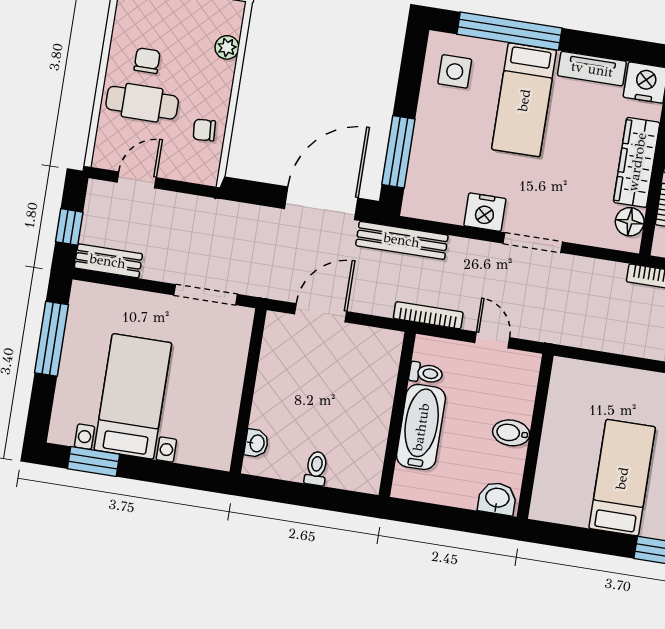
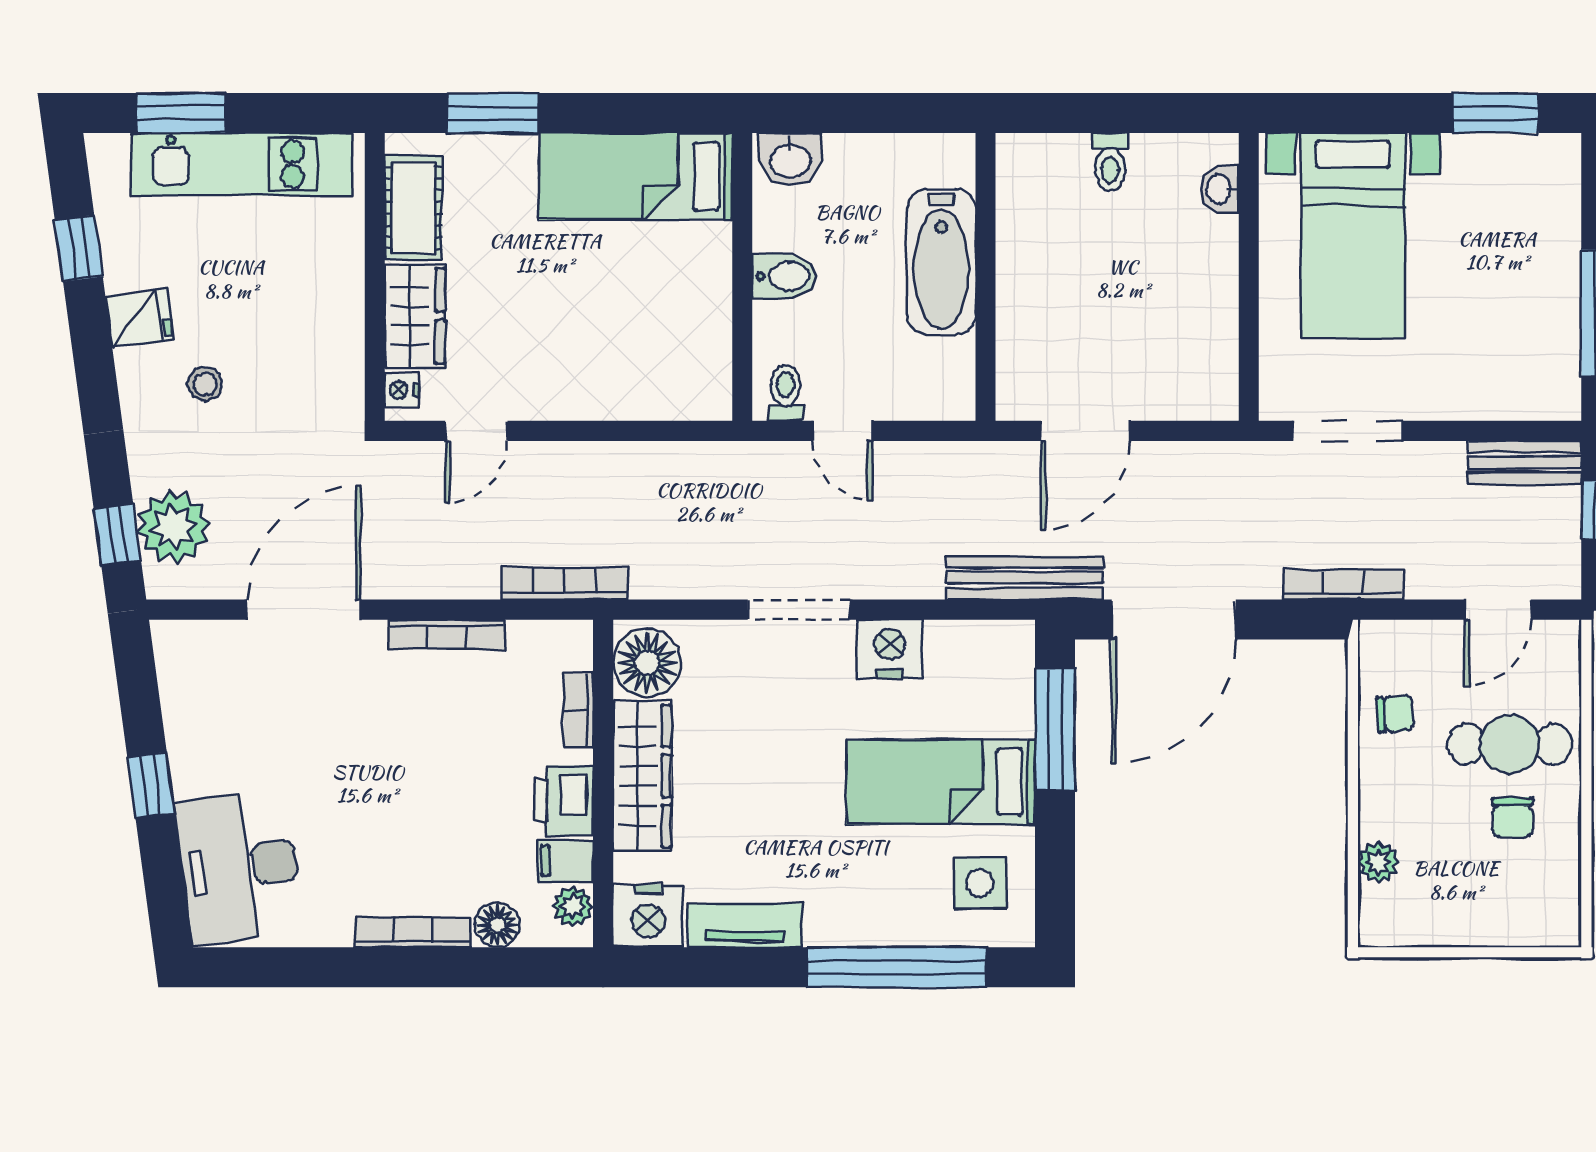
bed: (524, 100) -> (941, 782), moved, turned -90
floor lamp: (630, 222) -> (647, 663), width x1.38, depth x1.38
door: (321, 313) -> (1085, 431), moved
bookcase: (428, 315) -> (1343, 585), moved, turned 180
toilet: (426, 373) -> (786, 393), moved, turned 90
bed with nightstands: (133, 396) -> (1353, 236), moved
bed: (622, 478) -> (636, 176), moved, turned 90

